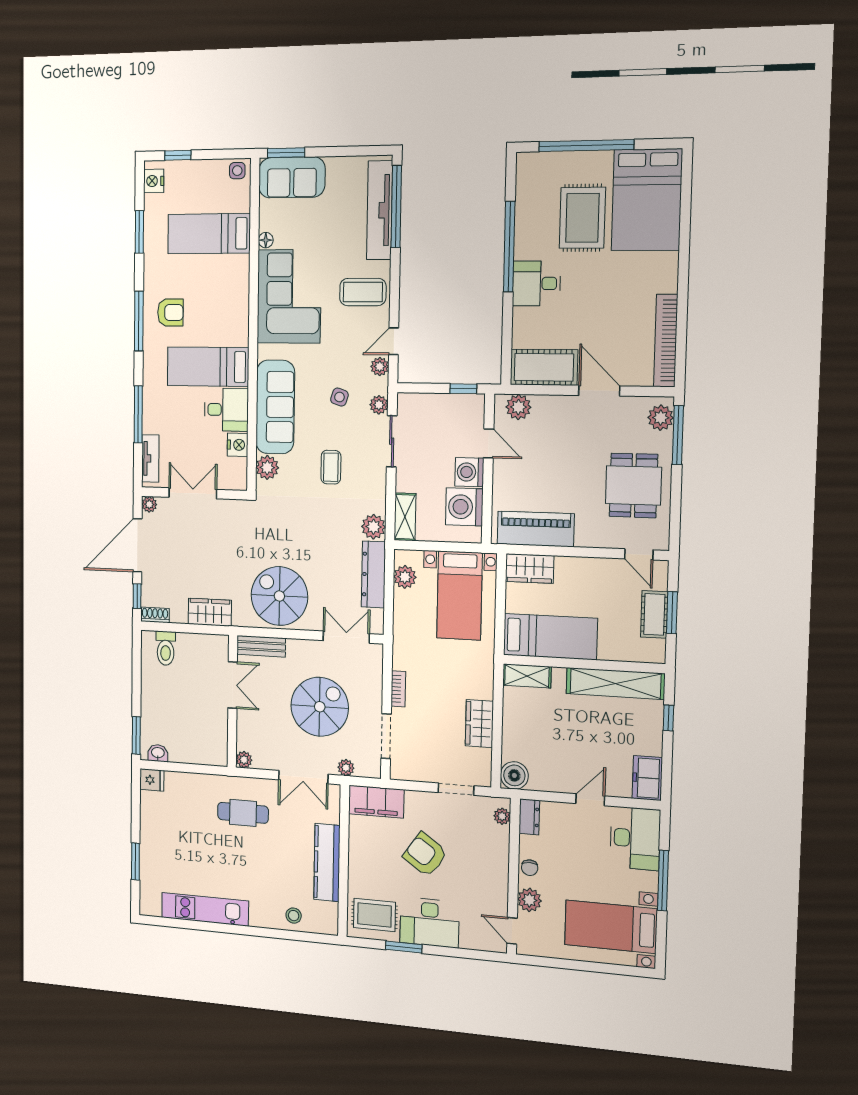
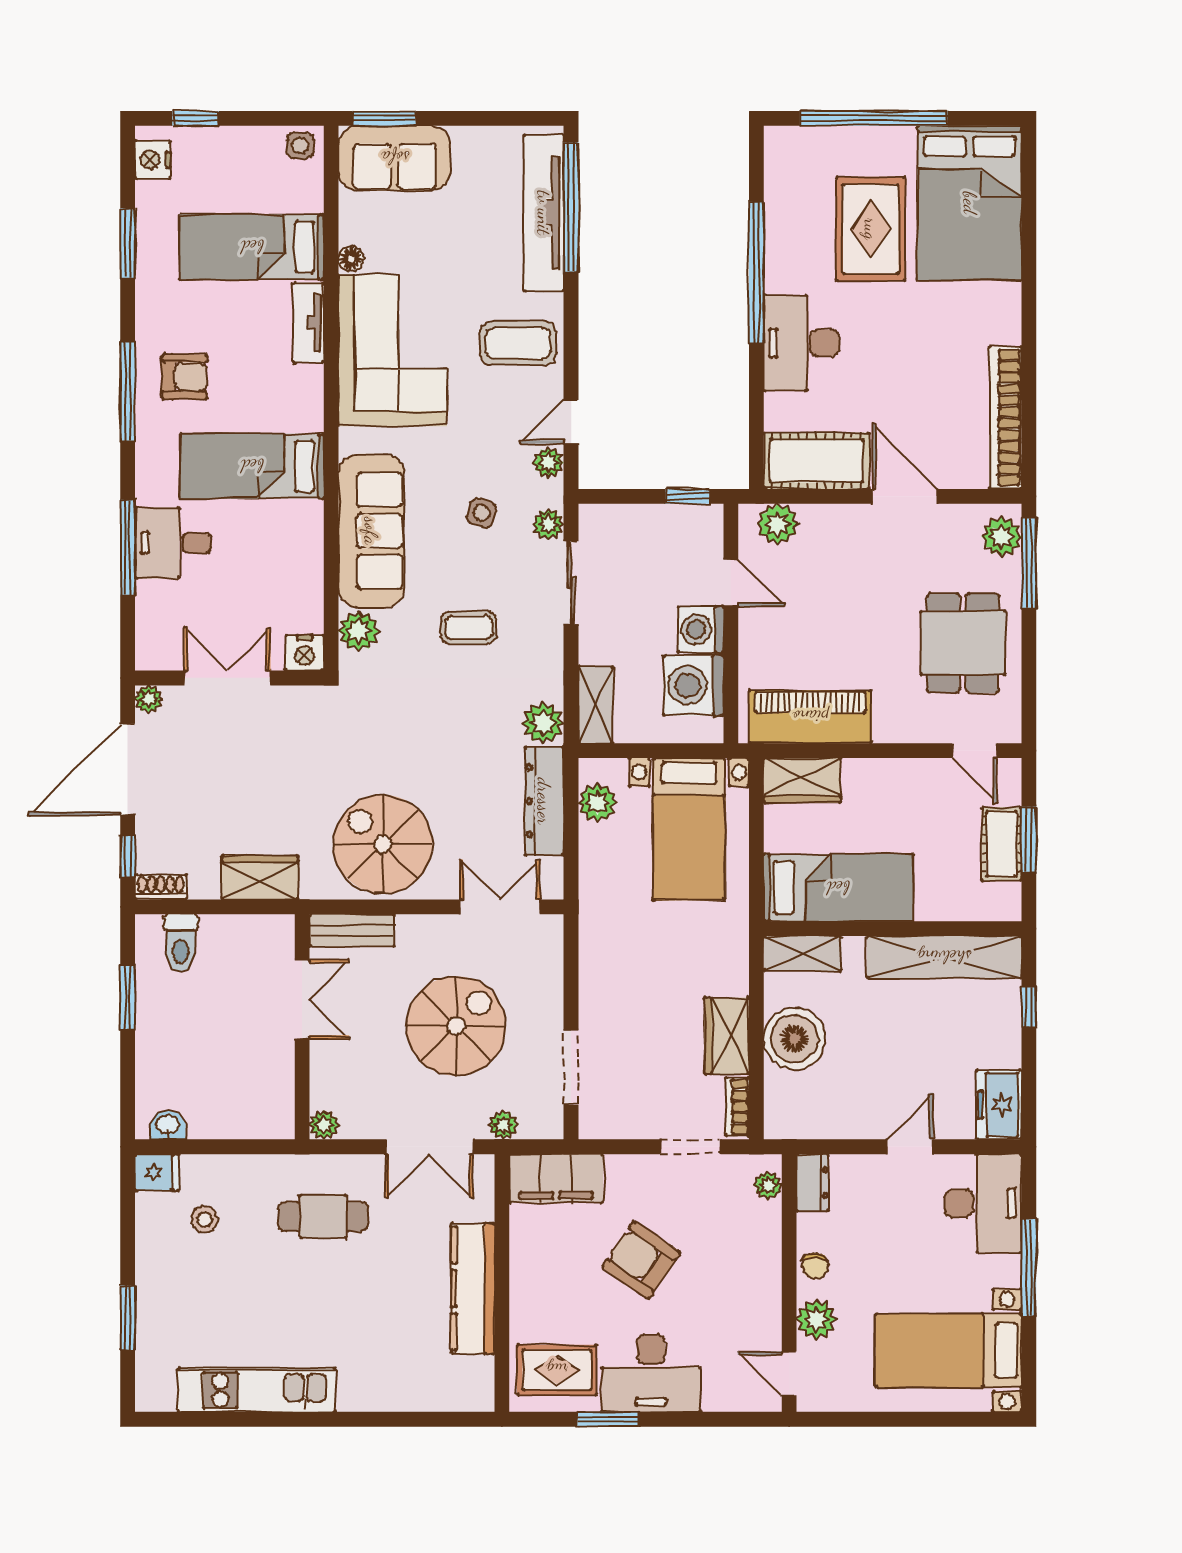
desk: (536, 283) -> (801, 343), width x1.37
desk: (226, 410) -> (173, 543), moved, turned 180
nightstand: (238, 445) -> (304, 653), moved, turned 90
tv unit: (150, 459) -> (309, 323), moved, turned 180
coffee table: (331, 467) -> (469, 628), turned 90
bookcase: (398, 689) -> (737, 1107), moved, turned 180
window: (136, 735) -> (128, 997), moved
boiler: (514, 775) -> (795, 1039), moved, width x1.37, depth x1.37
stool: (294, 916) -> (205, 1219), moved

